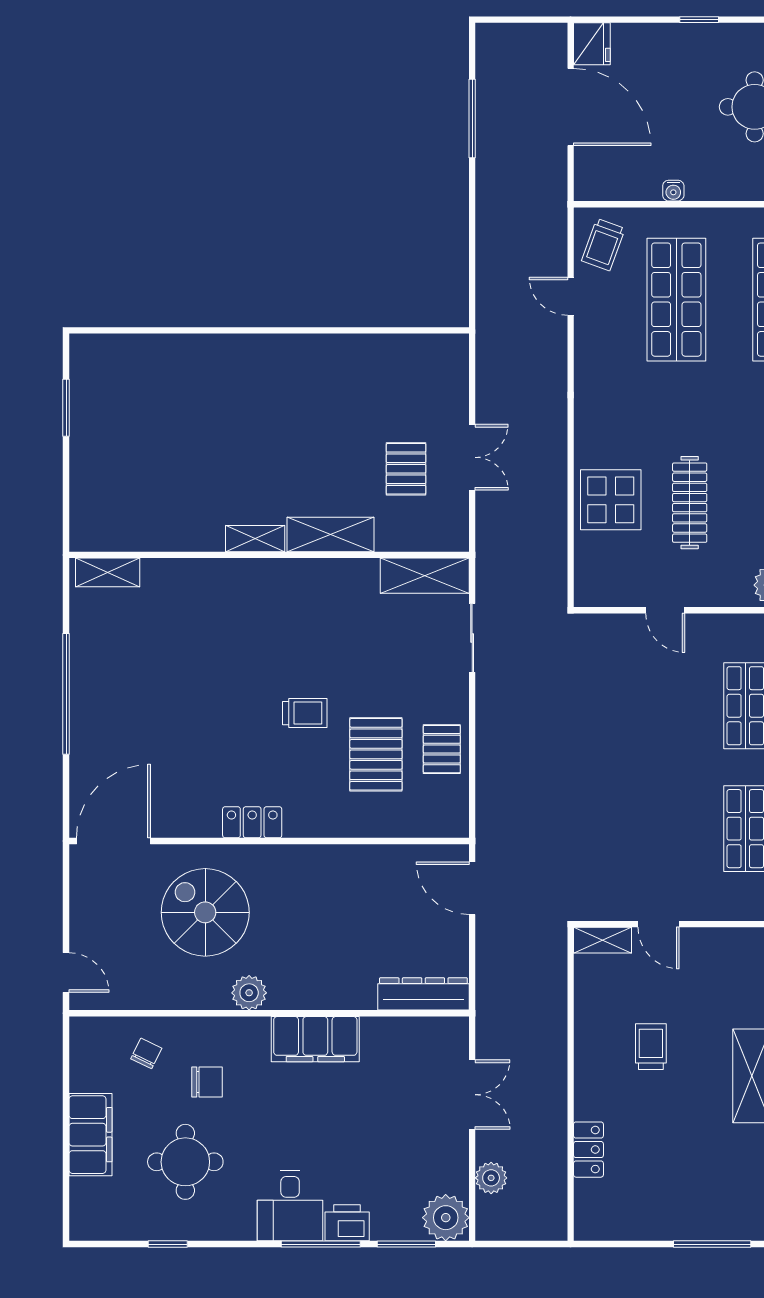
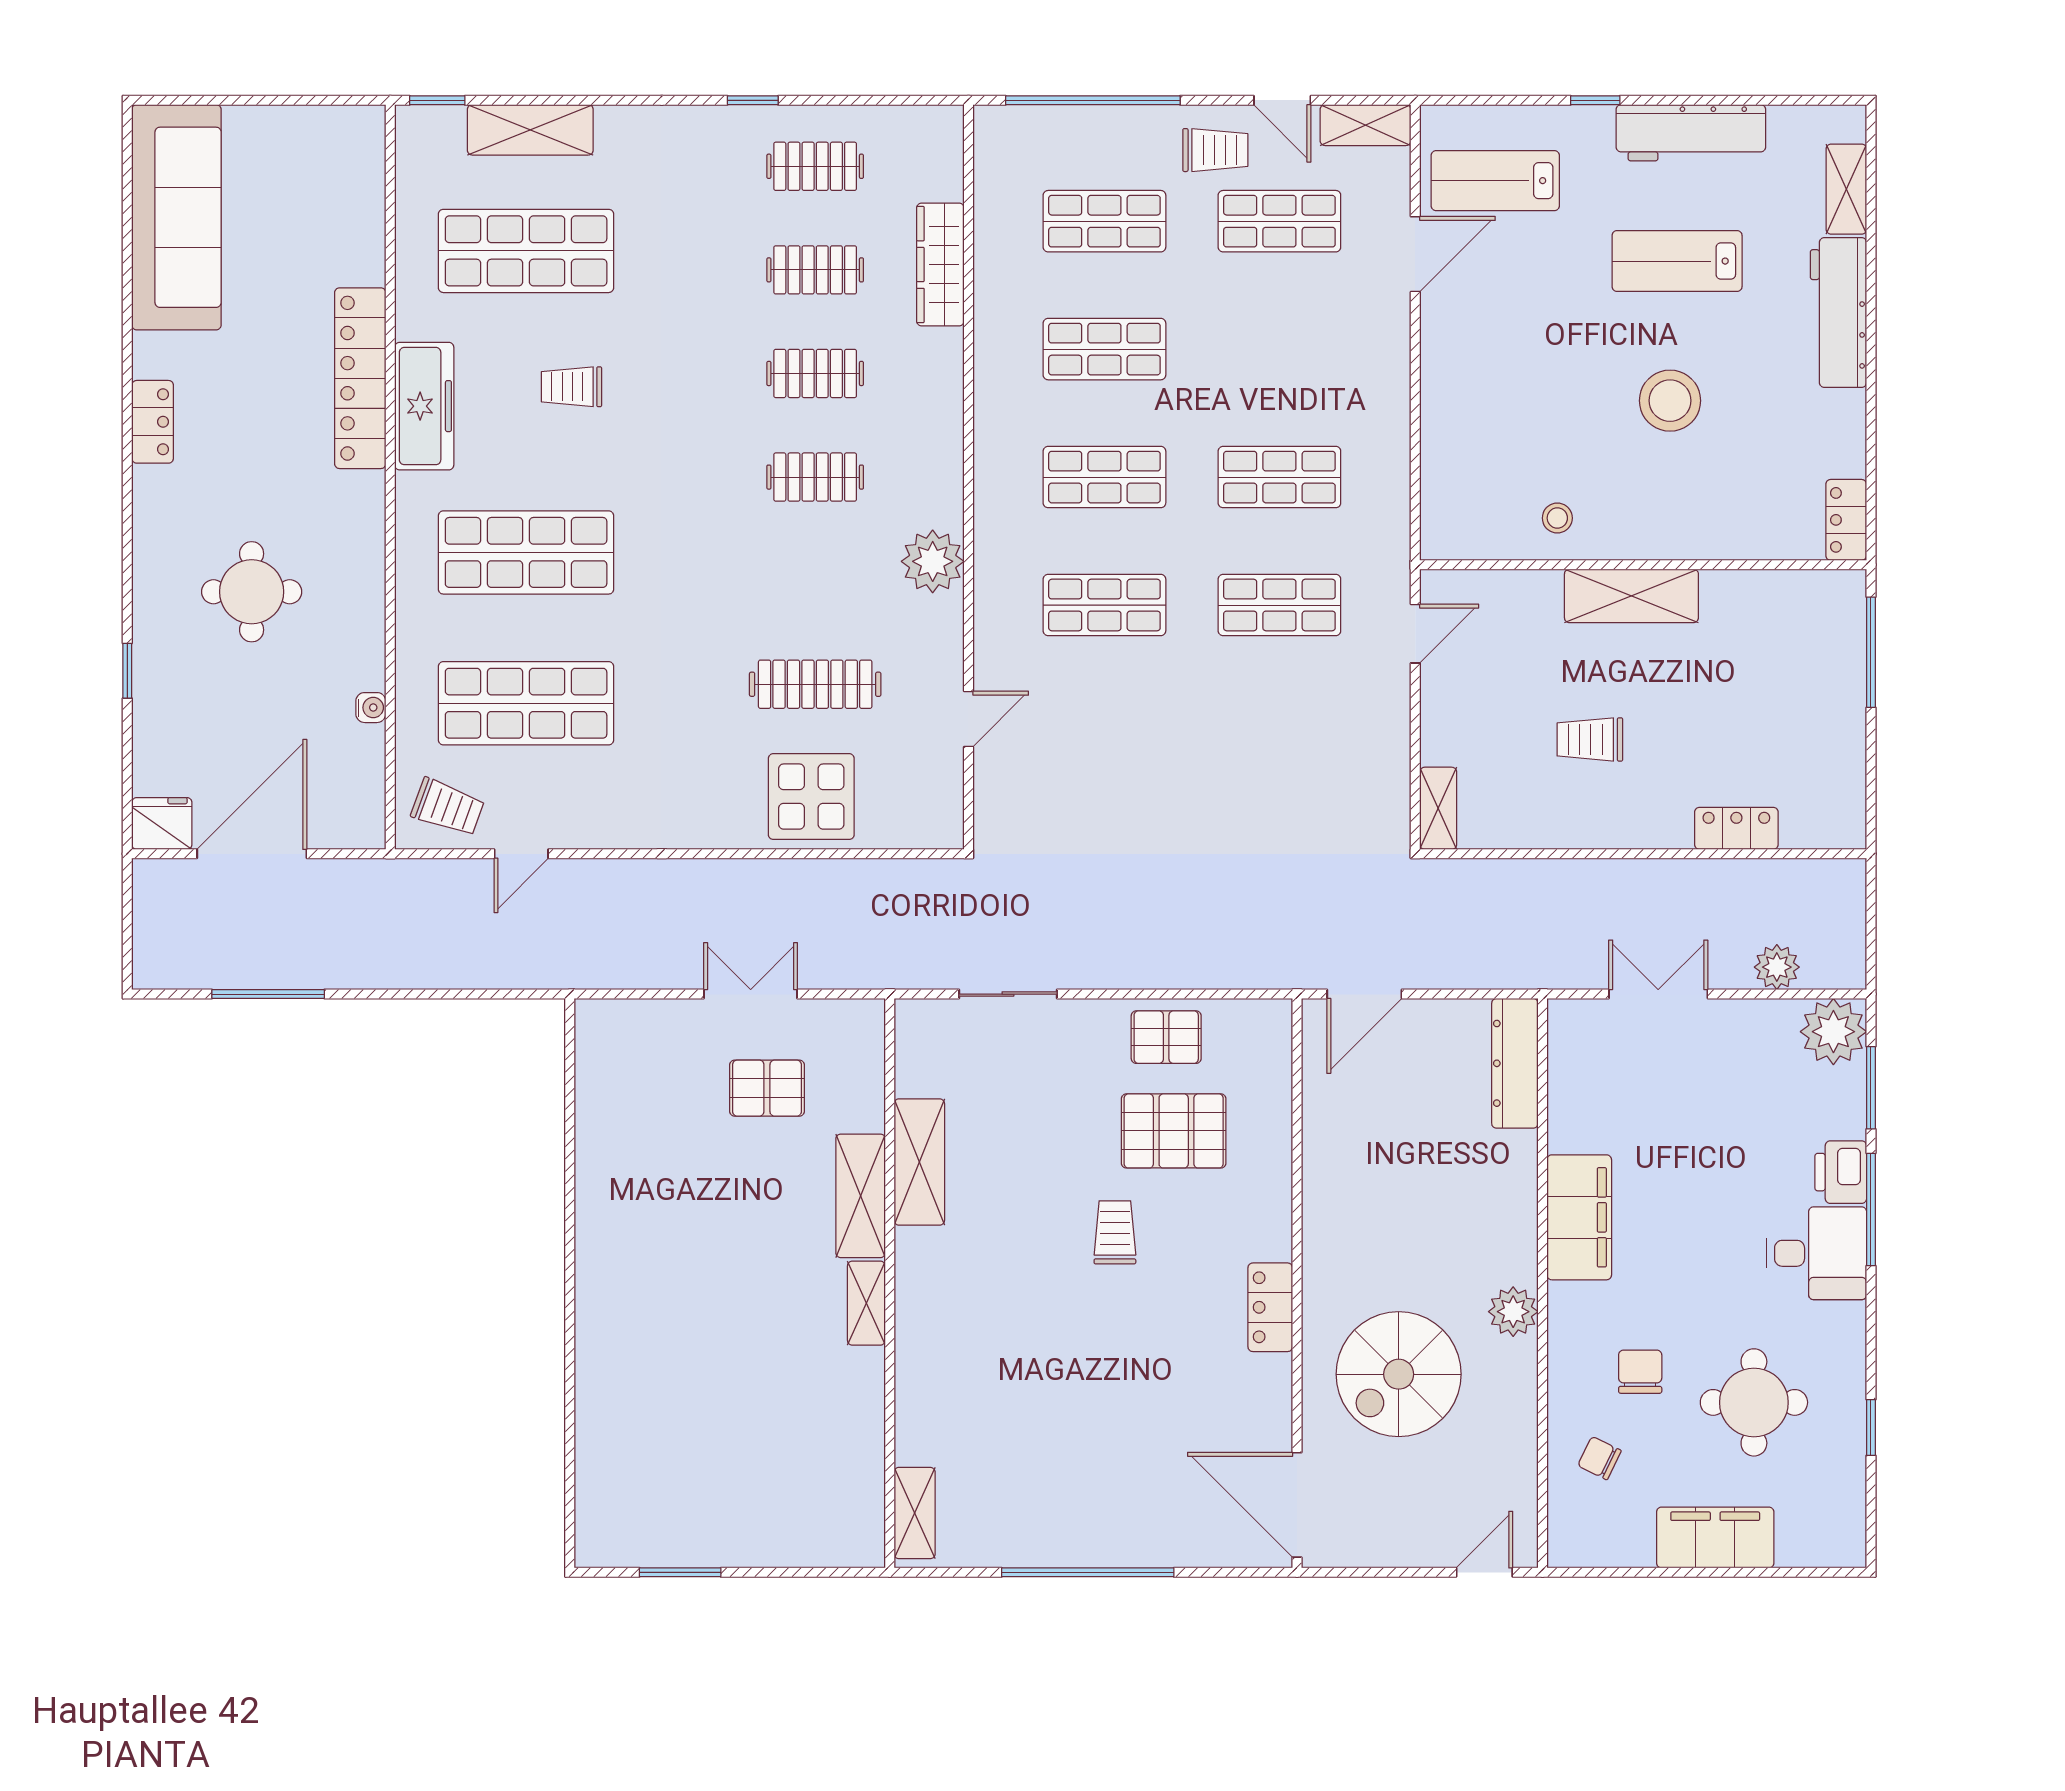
shelving: (425, 576) -> (919, 1162), moved
door: (658, 924) -> (1415, 634), moved

